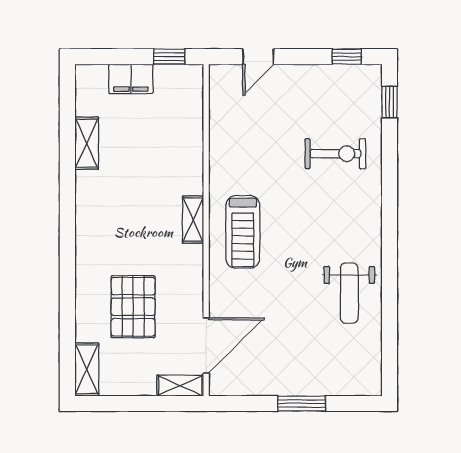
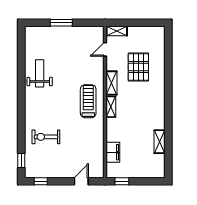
filing cabinet: (131, 79) -> (113, 152), moved, turned 90
door: (206, 345) -> (105, 49), width x0.53
shelving: (87, 369) -> (112, 83), moved

